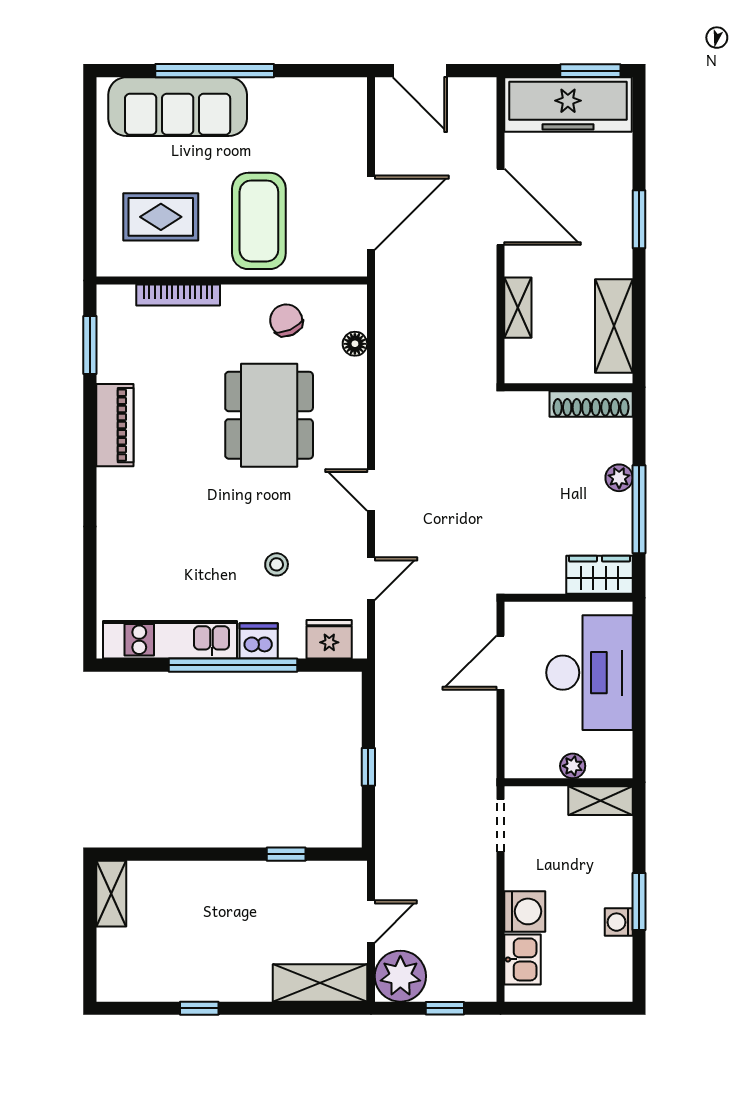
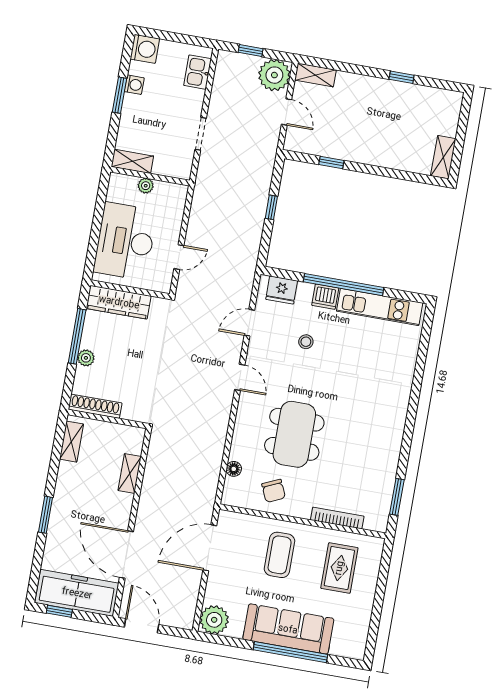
door: (420, 71) -> (142, 626), moved
window: (590, 71) -> (59, 611), width x0.67
plant: (344, 100) -> (214, 620), added
sofa: (178, 107) -> (288, 629), moved
door: (500, 207) -> (126, 555), moved
rug: (161, 217) -> (339, 568), turned 90
coffee table: (259, 221) -> (280, 555), width x0.73, depth x0.76
shelving: (614, 326) -> (71, 442), width x0.67, depth x0.75
piano: (115, 425) -> (390, 445), removed
wardrobe: (599, 575) -> (119, 302), width x1.50
door: (500, 663) -> (179, 257), width x0.73
doorway: (500, 826) -> (201, 134), moved
washing machine: (525, 911) -> (145, 49), moved, turned 180
door: (371, 921) -> (287, 112), swing flipped
shelving: (320, 983) -> (315, 75), width x0.67, depth x0.75

